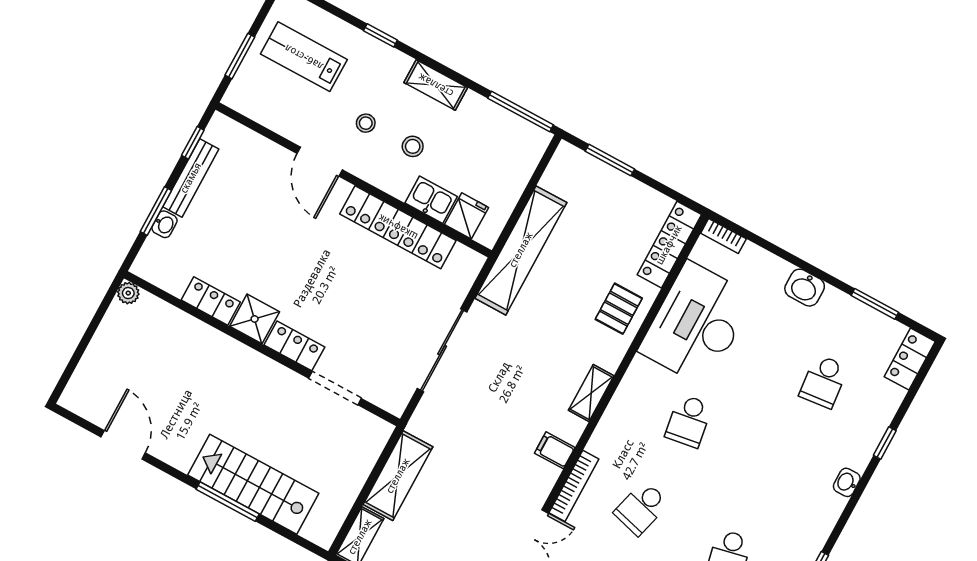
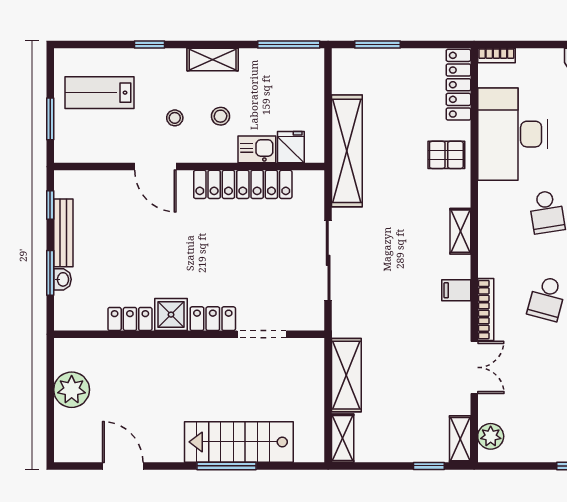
plant: (128, 293) -> (72, 390), moved, width x1.88, depth x1.88
pallet: (619, 309) -> (446, 155), turned 90

